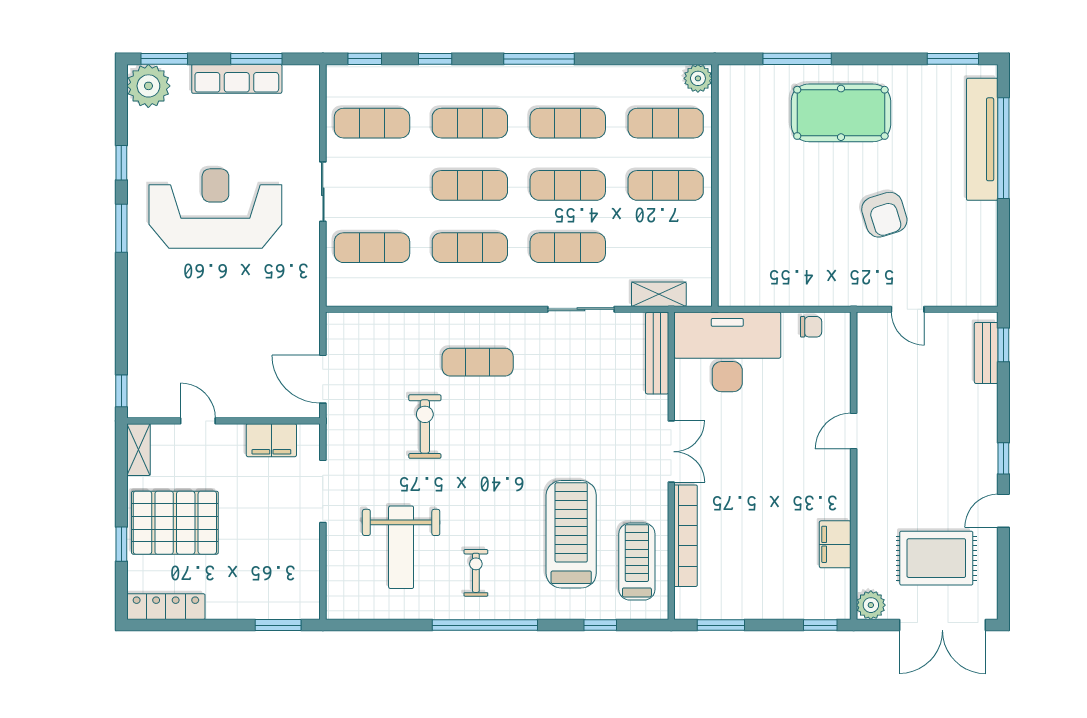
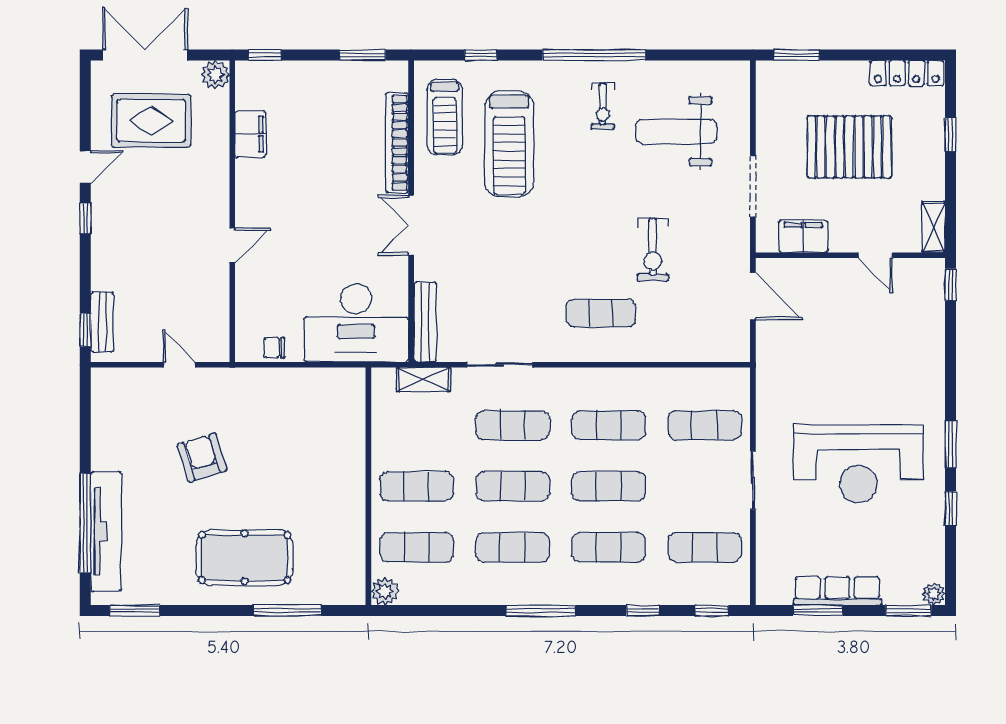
plant: (148, 86) -> (934, 594), width x0.53, depth x0.53
pallet: (175, 523) -> (849, 147), moved
weight bench: (401, 547) -> (676, 131), turned -90

